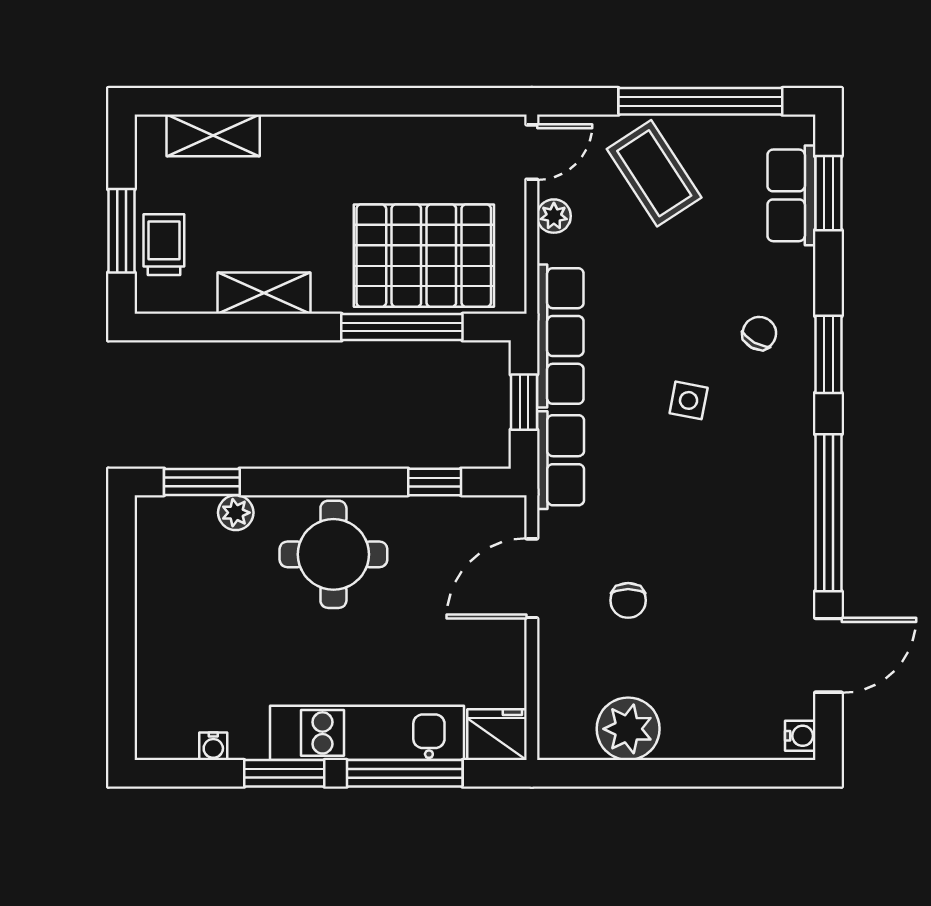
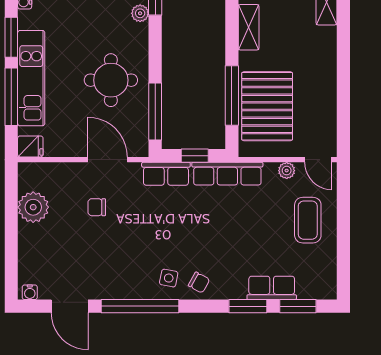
window: (700, 101) -> (343, 243), removed
coffee table: (654, 173) -> (308, 220), turned -57
row of seats: (791, 195) -> (272, 288), moved
chair: (759, 333) -> (199, 282), moved
window: (828, 354) -> (248, 306), moved
side table: (689, 400) -> (169, 278), moved
window: (435, 482) -> (155, 112), width x2.17
round table: (333, 554) -> (111, 80), moved
fridge: (497, 735) -> (30, 146), width x0.72

